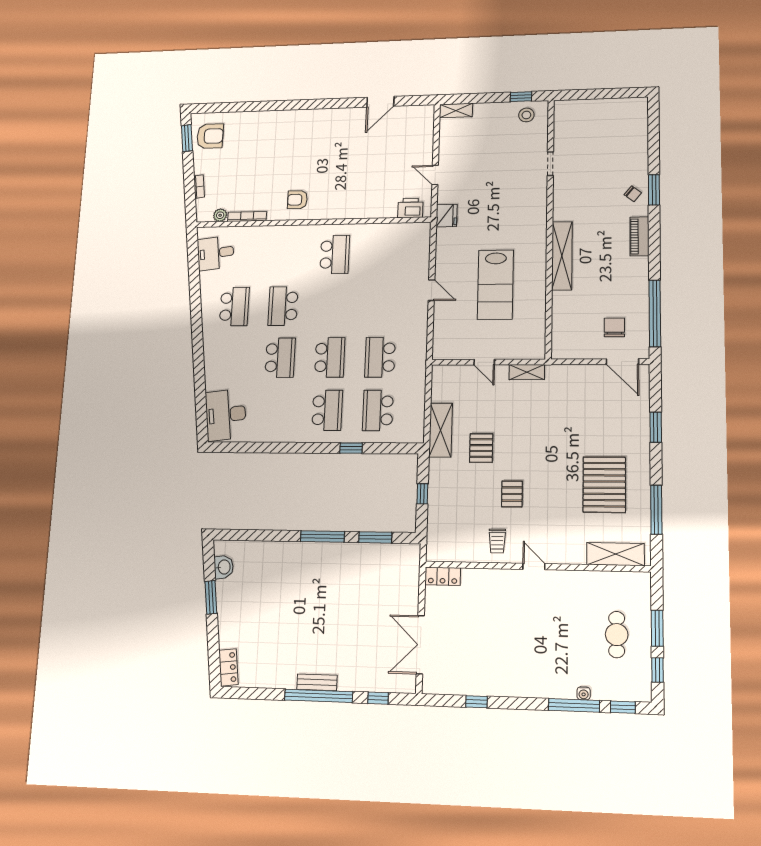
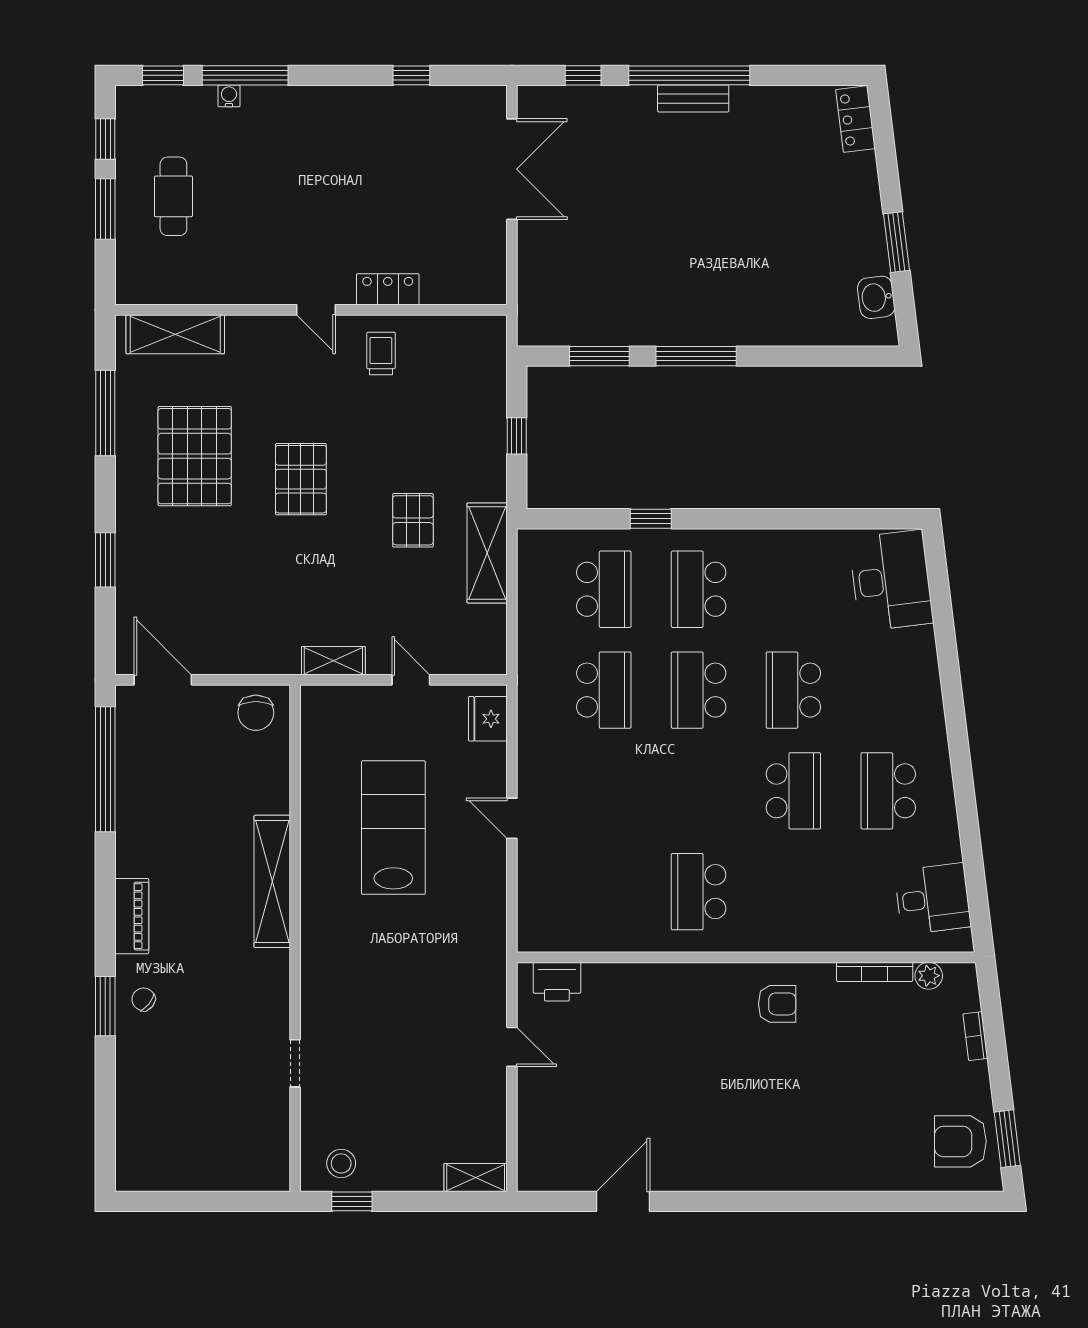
fridge: (446, 216) -> (488, 719), moved
chair: (614, 327) -> (256, 713), moved
pallet: (512, 494) -> (301, 479), moved, width x1.50, depth x1.42
locker: (443, 576) -> (388, 289), moved

